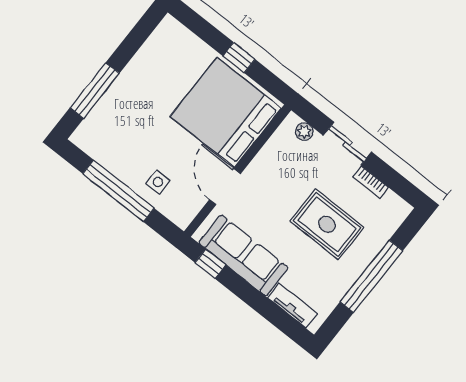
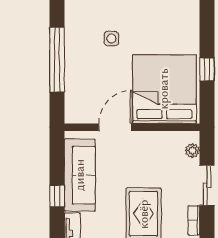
side table: (158, 182) -> (111, 38), moved
window: (210, 264) -> (57, 196), moved

